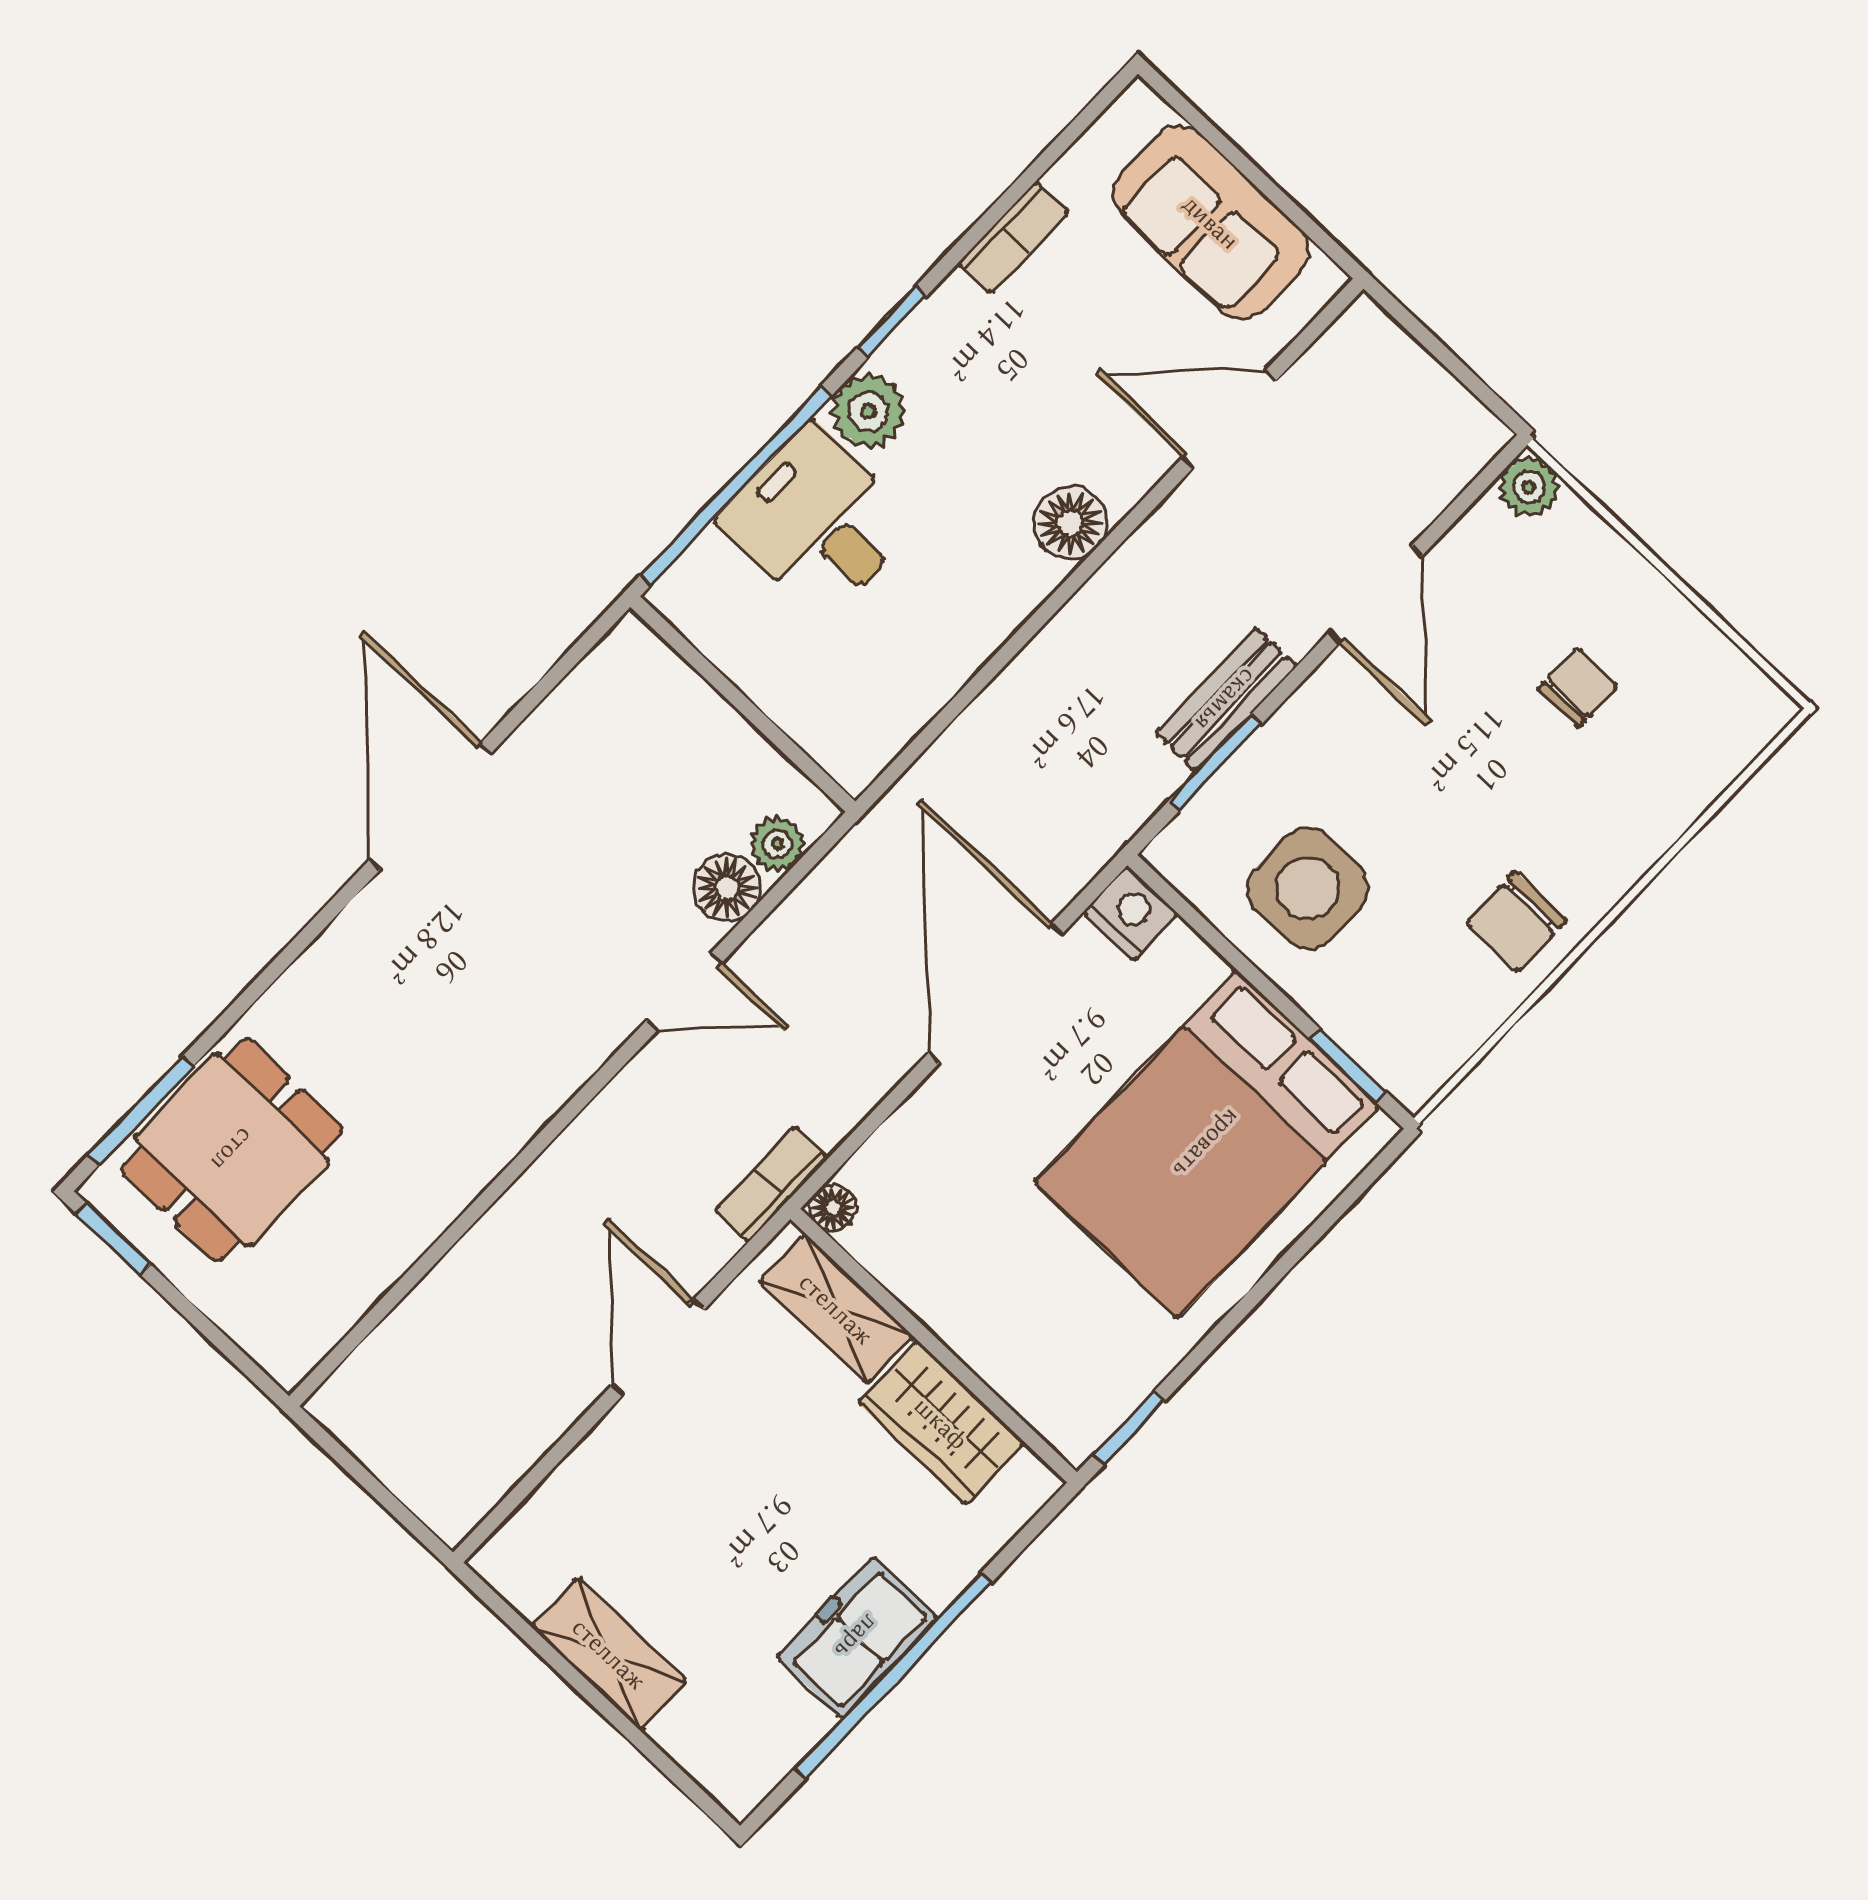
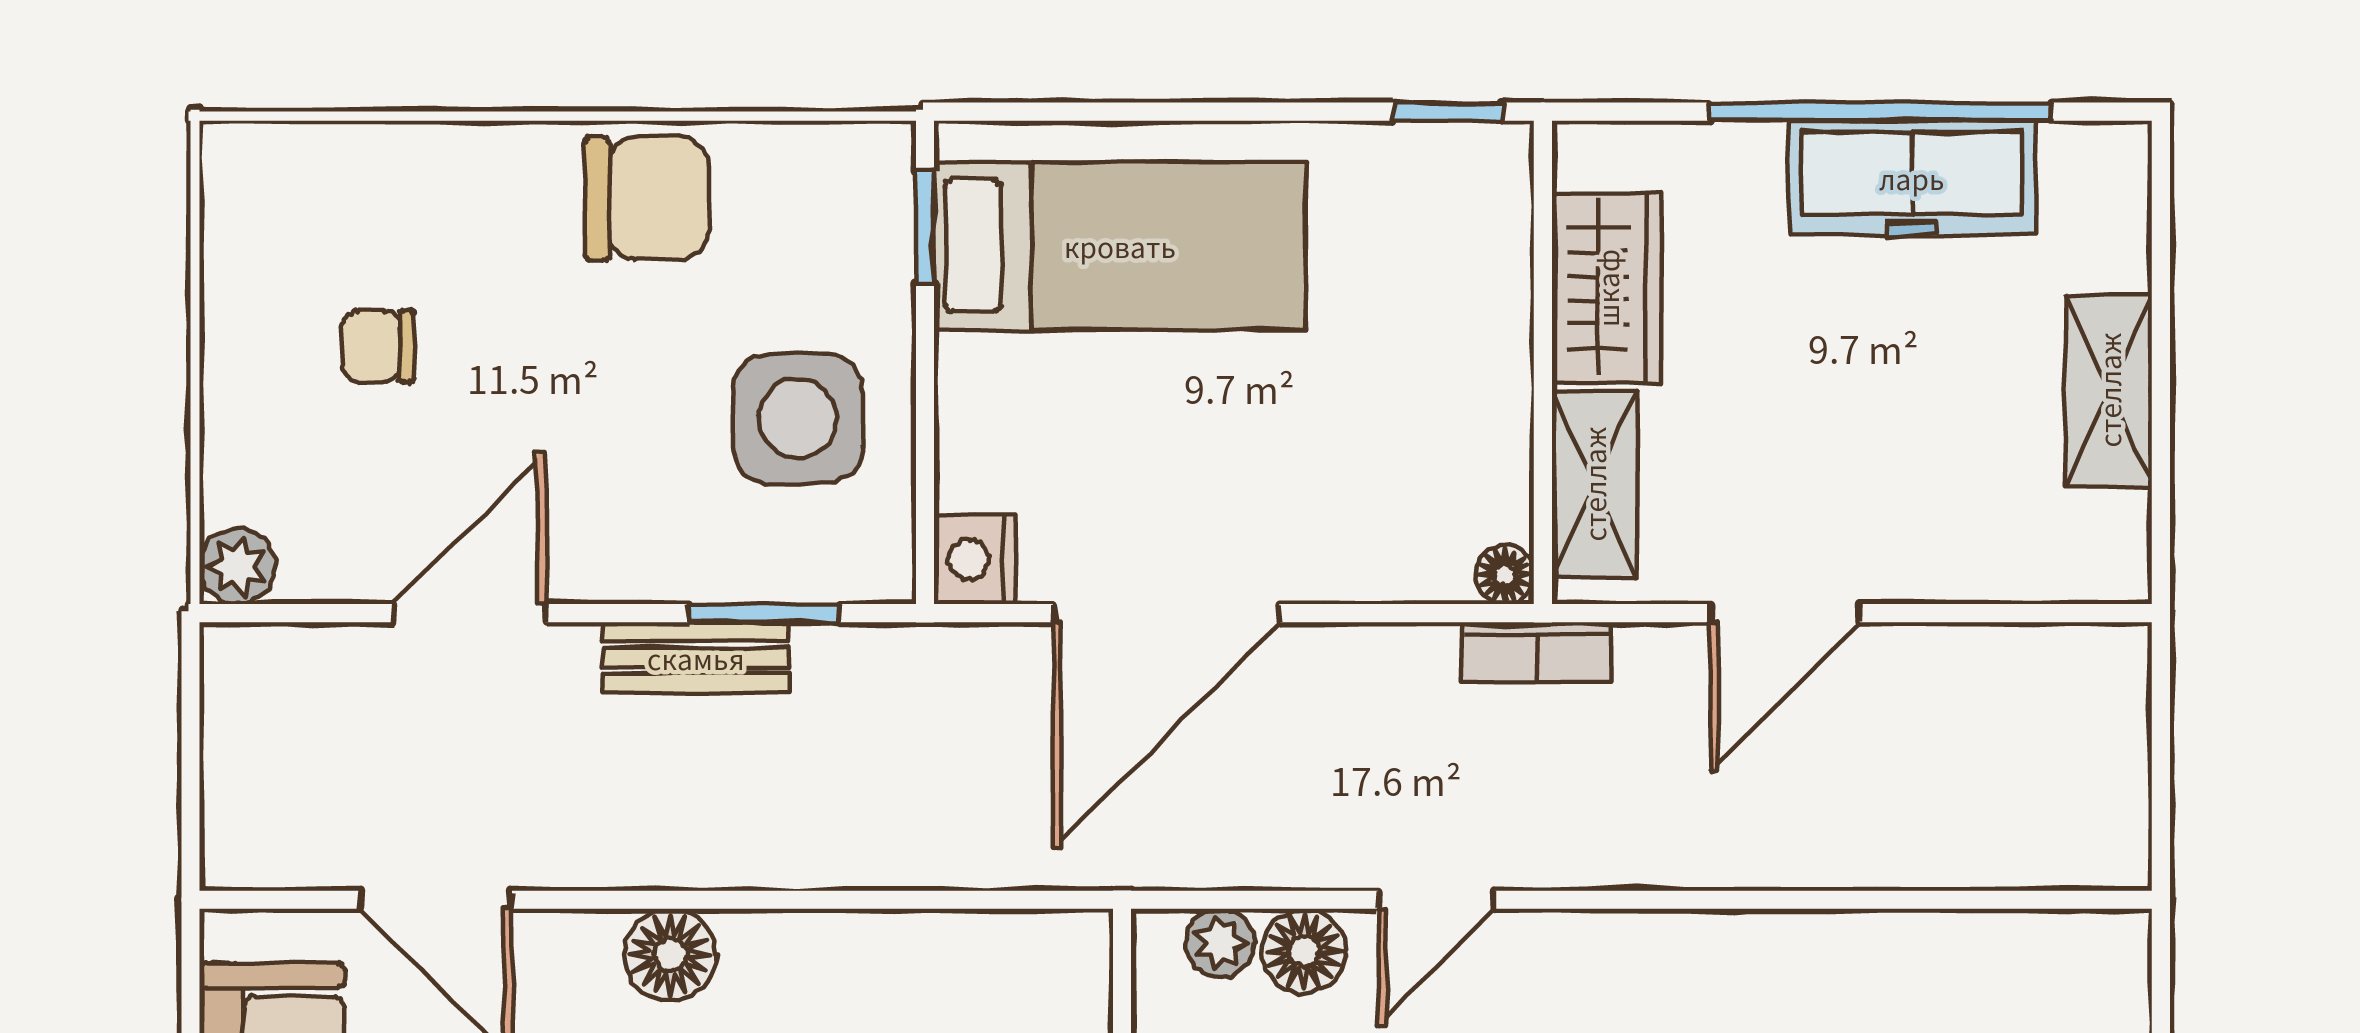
chair: (1516, 922) -> (646, 198), width x1.37, depth x1.37
door: (684, 992) -> (1436, 900), swing flipped
bed: (1207, 1144) -> (1120, 246), width x0.67
freezer: (857, 1637) -> (1912, 178), width x1.40

